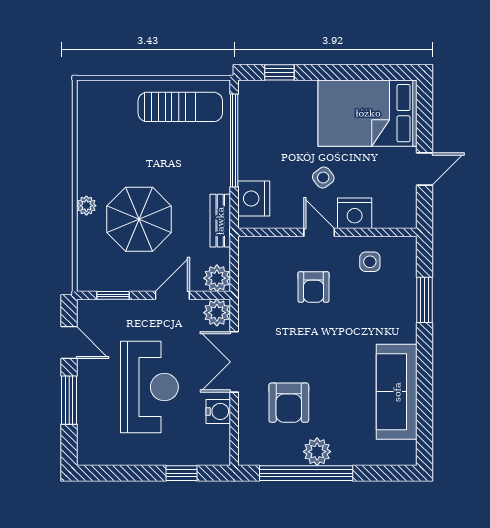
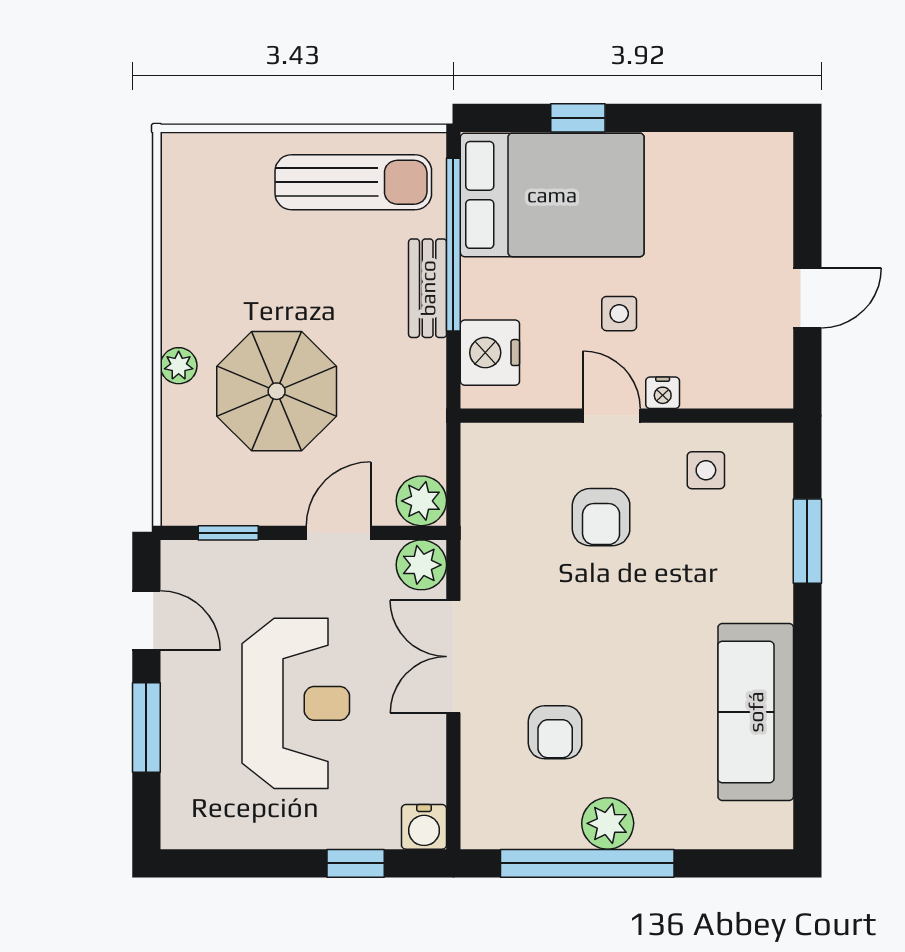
window: (279, 72) -> (578, 118), moved
bed: (368, 113) -> (552, 195), moved, turned 180
side table: (323, 178) -> (619, 314), turned 37
nightstand: (355, 213) -> (663, 393), width x0.53, depth x0.56
bench: (220, 221) -> (428, 288), moved
armchair: (289, 403) -> (555, 732), width x0.72, depth x0.72
water cooler: (218, 411) -> (424, 827), moved, turned 90

